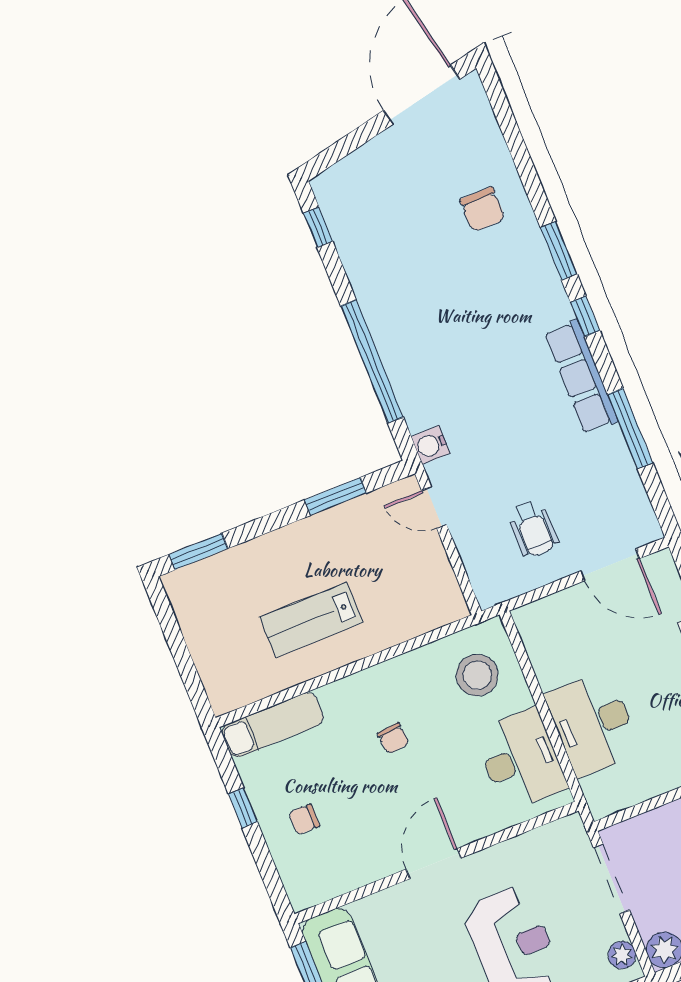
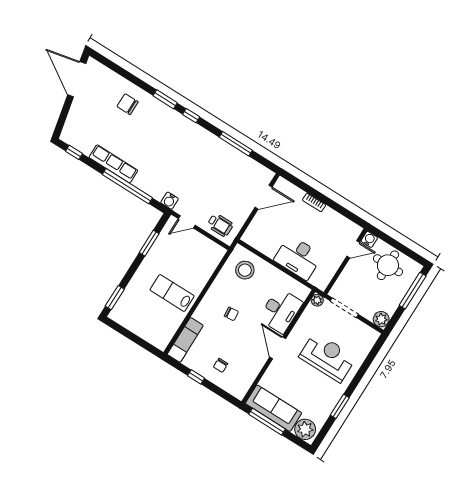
chair: (483, 209) -> (128, 104), turned 180
row of seats: (581, 377) -> (113, 164), moved, turned 180
wheelchair: (533, 528) -> (220, 225), moved
lab bench: (311, 620) -> (172, 293), turned 90
desk: (521, 760) -> (281, 311), moved, turned 90
plant: (622, 955) -> (317, 300), moved

